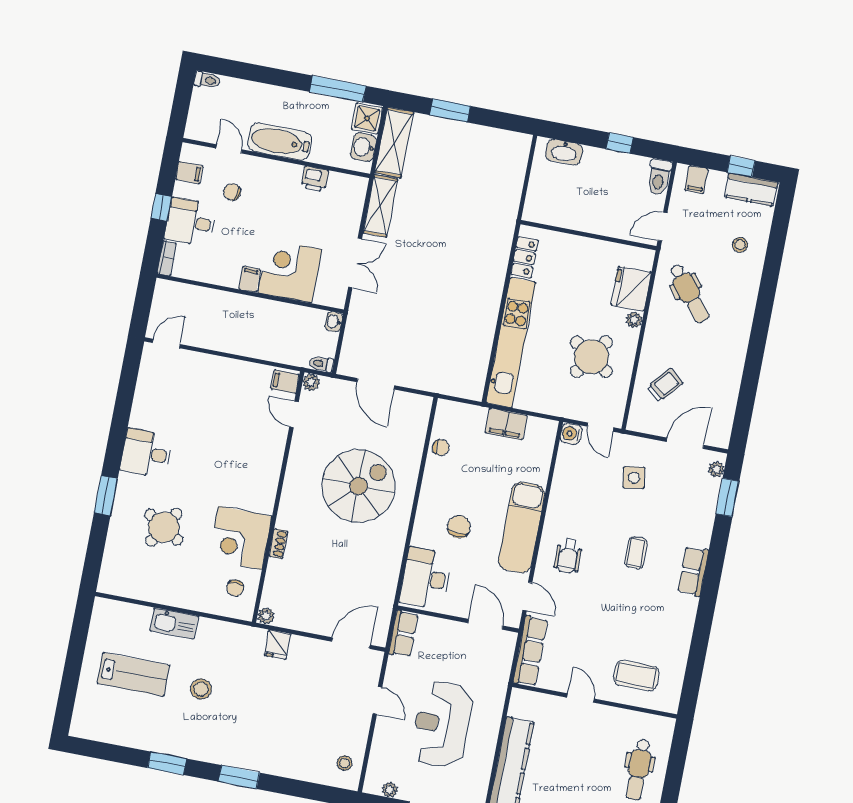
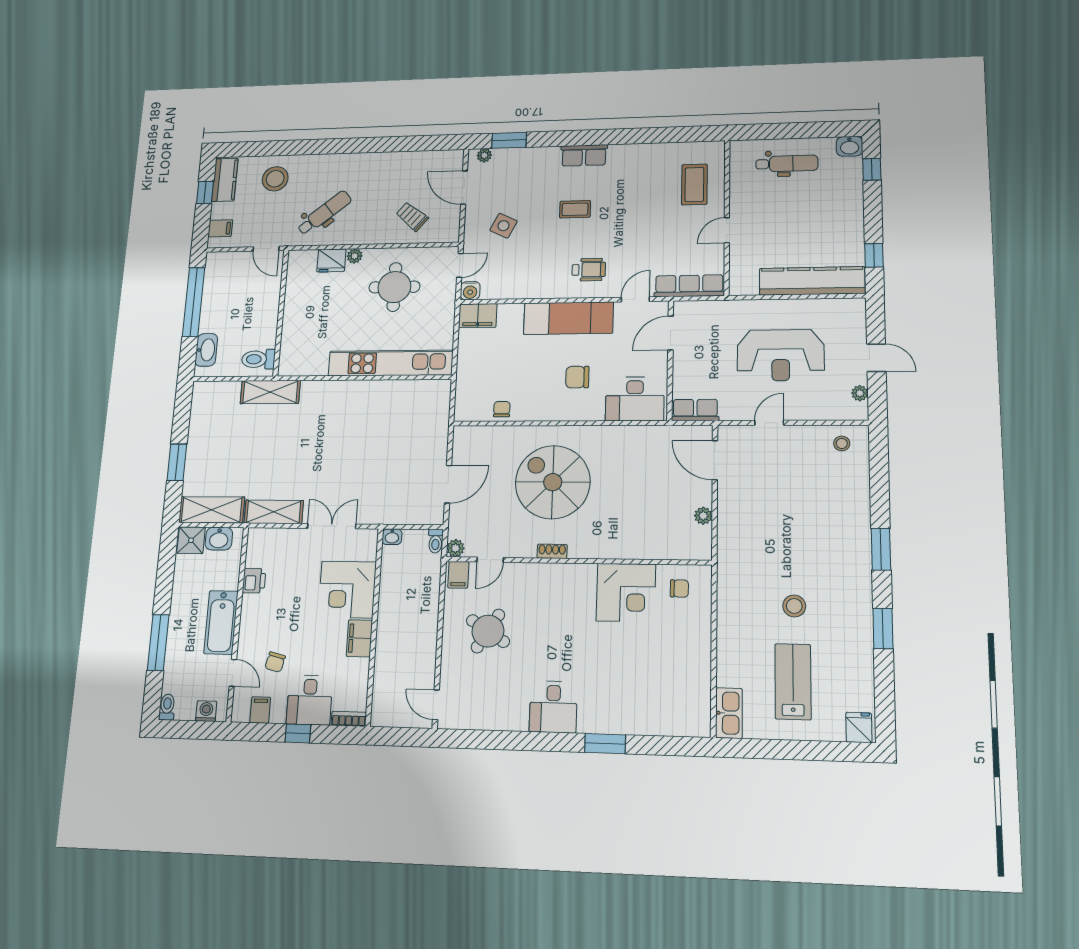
window: (338, 89) -> (158, 643), moved
washing machine: (197, 119) -> (206, 711), added
window: (620, 143) -> (194, 302), width x3.17
door: (229, 149) -> (233, 673), swing flipped
toilet: (659, 177) -> (258, 359), moved, turned 180
shelving: (505, 215) -> (270, 392), added
stool: (740, 245) -> (275, 179), width x1.89, depth x1.89
locker: (524, 257) -> (308, 366), removed
filing cabinet: (250, 279) -> (359, 638), width x2.00
fridge: (631, 289) -> (331, 261), width x0.73, depth x0.75
round table: (591, 357) -> (394, 287), turned -34
filing cabinet: (506, 424) -> (478, 316), moved, turned 90
side table: (634, 478) -> (503, 226), turned 35
round table: (164, 527) -> (488, 631), moved
shoe rack: (278, 544) -> (552, 551), moved
plant: (266, 616) -> (703, 516), moved
kitchen sink: (174, 623) -> (729, 713), moved
fridge: (277, 645) -> (859, 727), moved, turned -90

